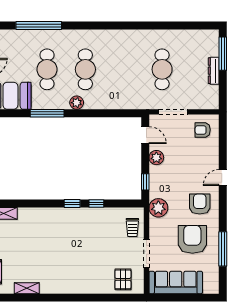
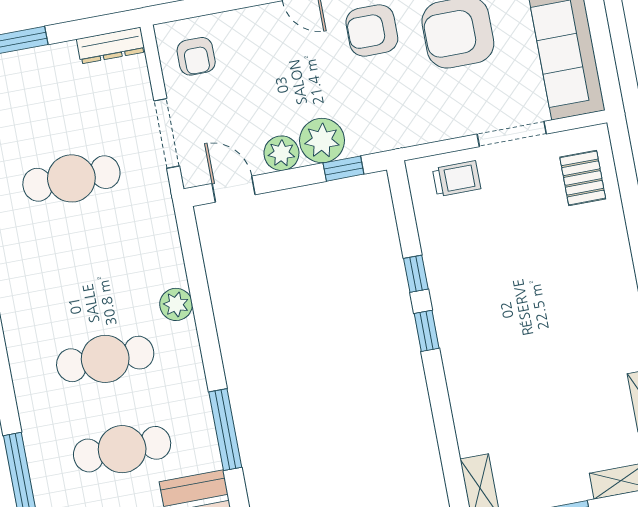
dresser: (214, 71) -> (111, 46), moved
plant: (77, 103) -> (176, 304), moved
door: (145, 135) -> (234, 189), hinge flipped
plant: (158, 208) -> (322, 141), moved
pallet: (123, 279) -> (583, 178), turned 90

